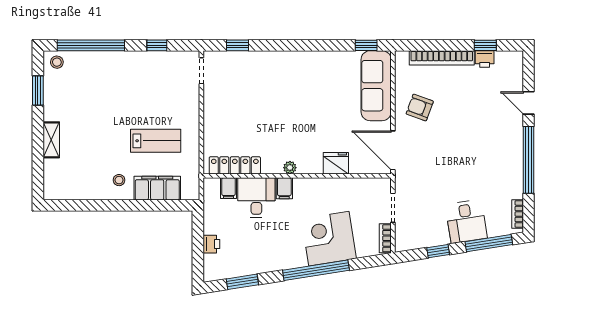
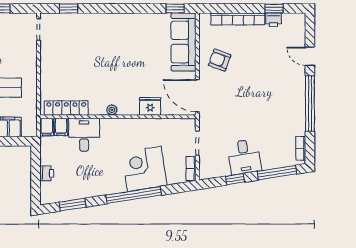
filing cabinet: (284, 188) -> (47, 127), moved
desk: (466, 221) -> (244, 157), moved

